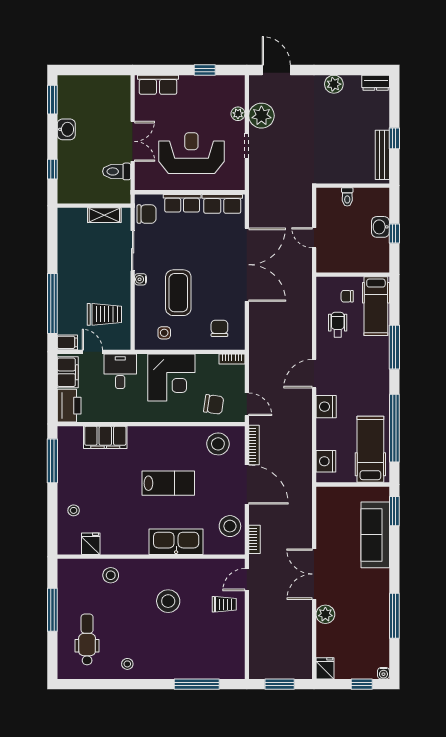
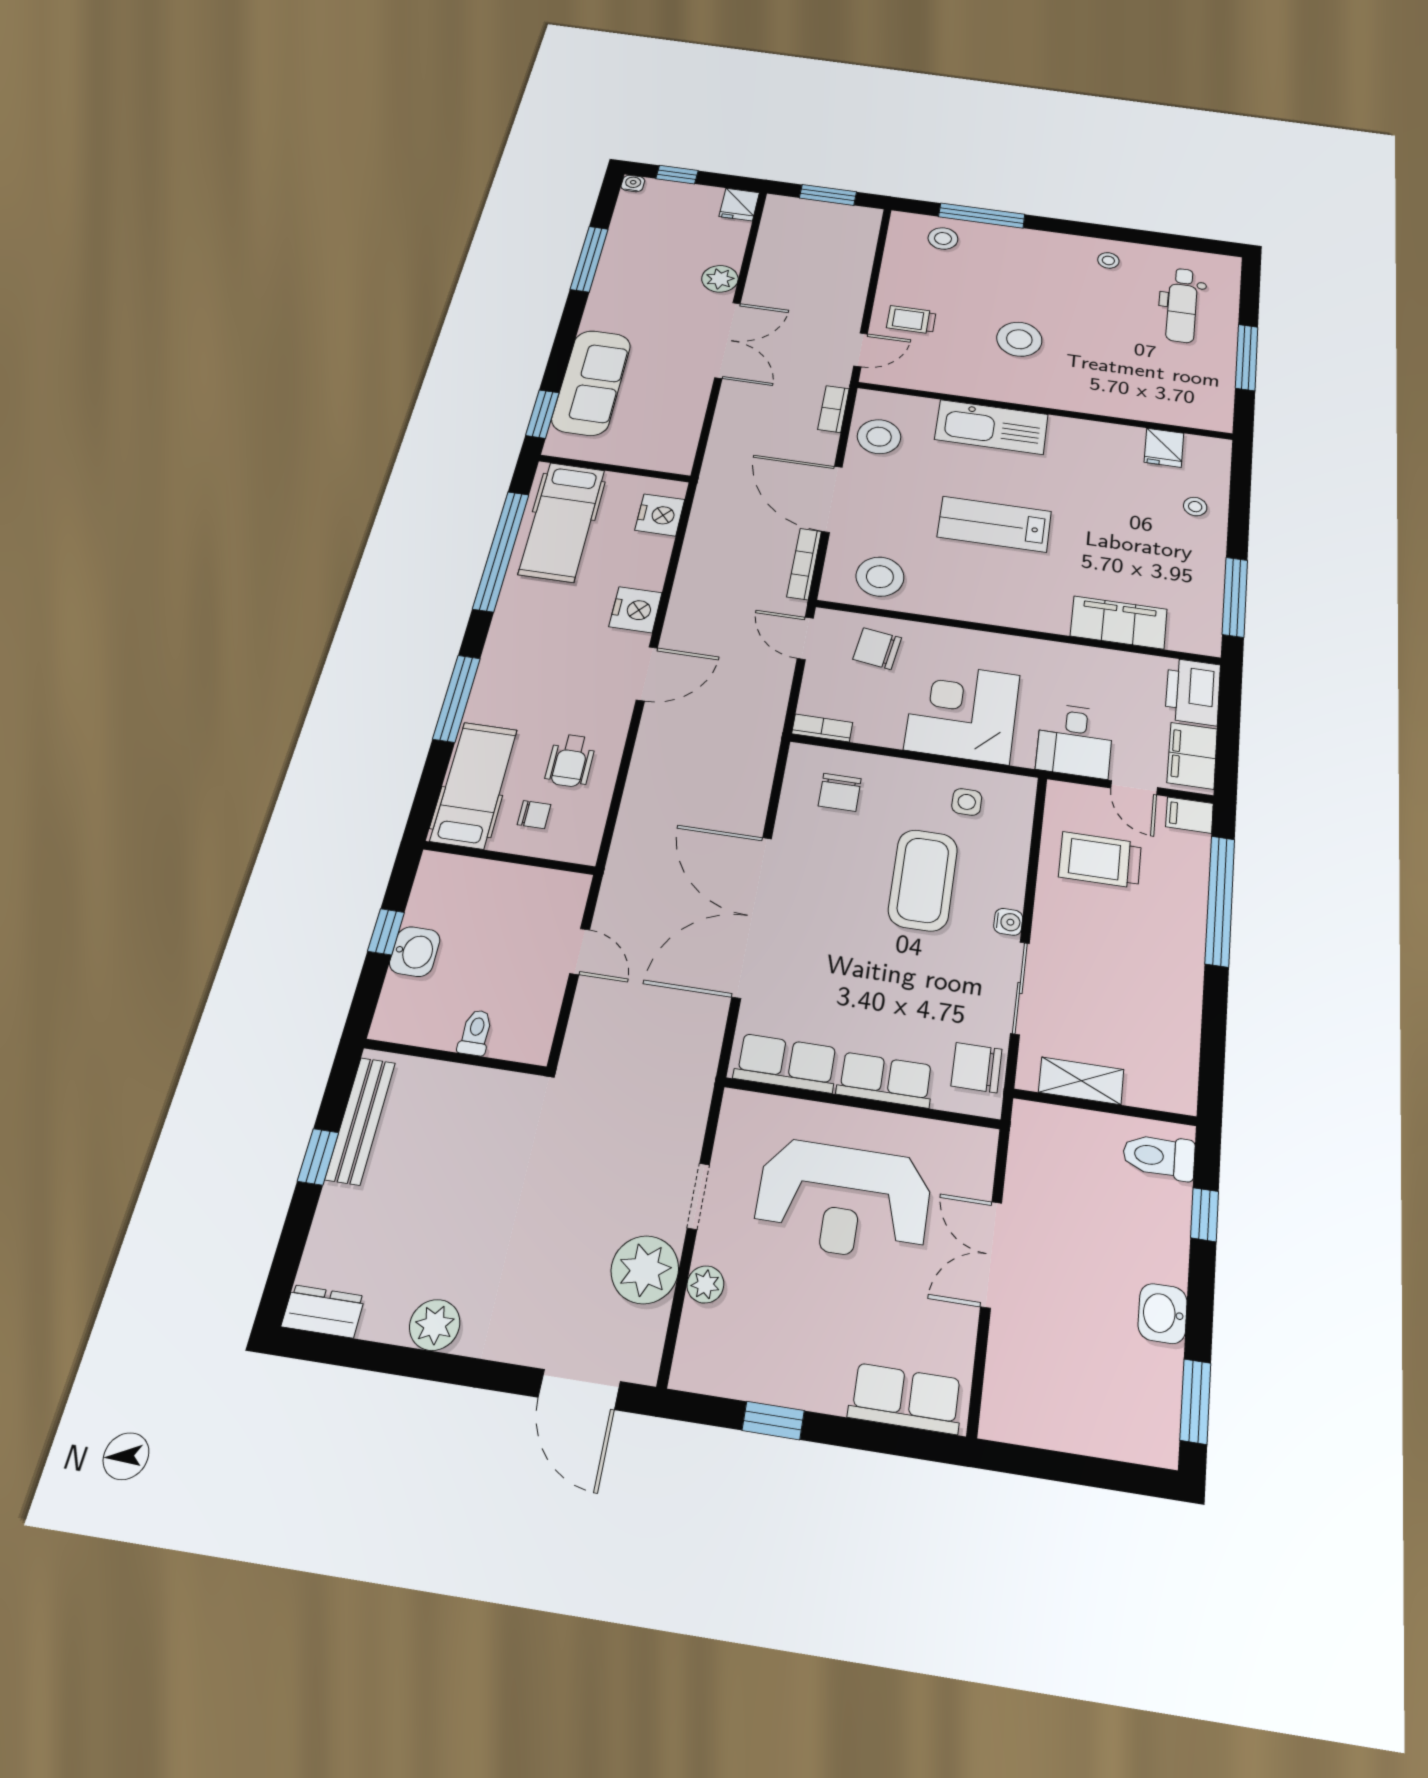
toilet: (117, 171) -> (1159, 1156), moved, turned 180
stool: (111, 575) -> (943, 238), moved

